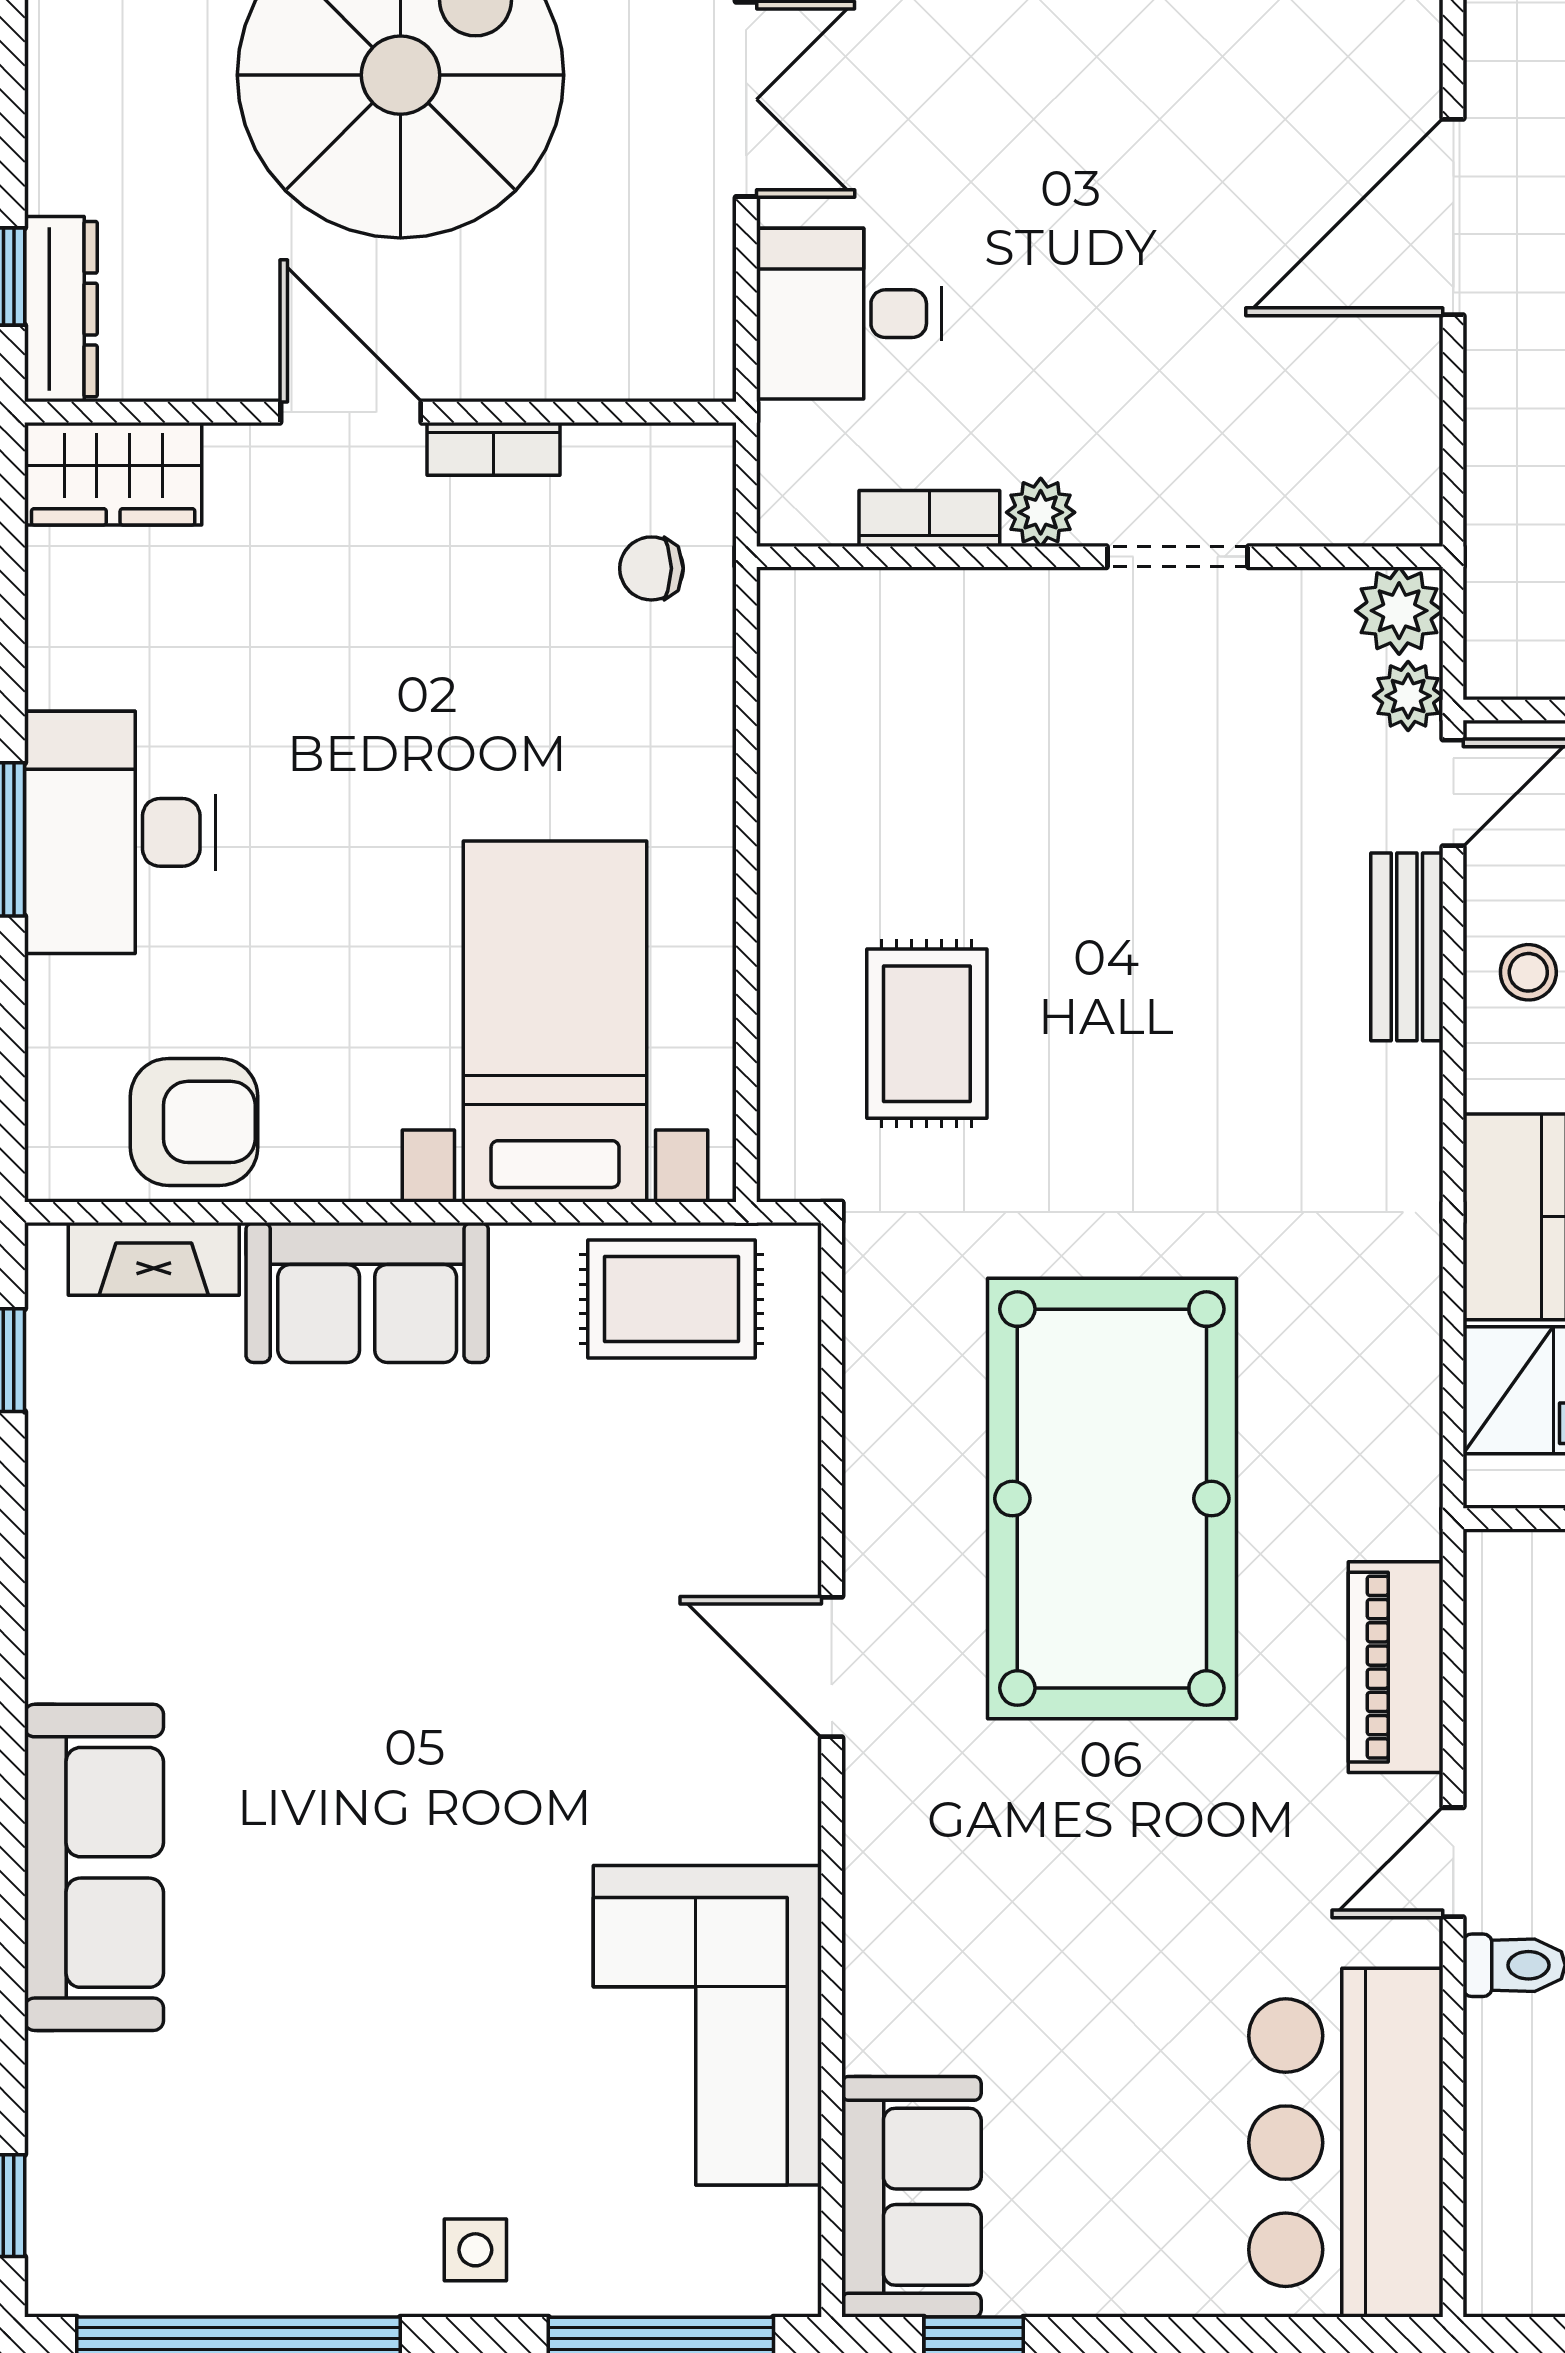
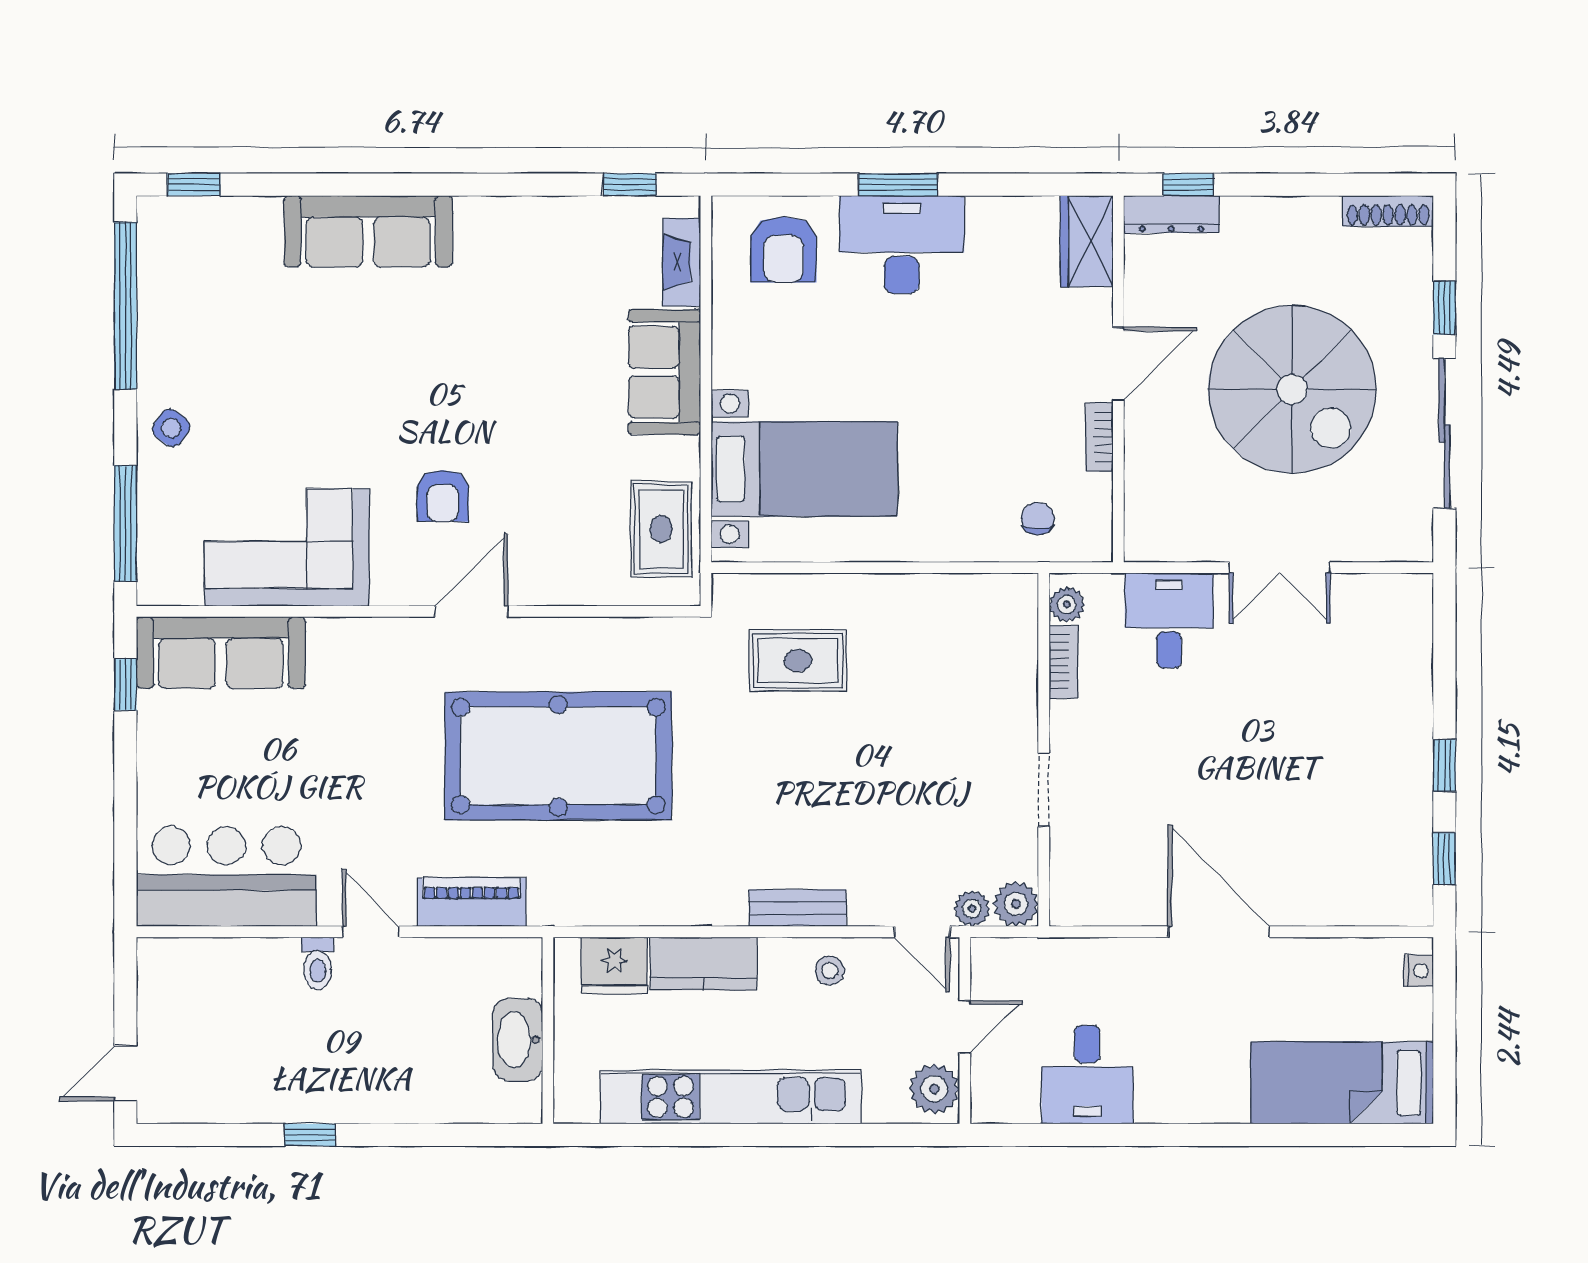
plant: (1041, 512) -> (1067, 604), moved
bench: (1407, 947) -> (797, 908), moved
armchair: (194, 1122) -> (783, 249), moved
armchair: (607, 1723) -> (443, 496), added
sofa: (911, 2197) -> (221, 653), width x1.36
side table: (475, 2250) -> (171, 428), turned 36

